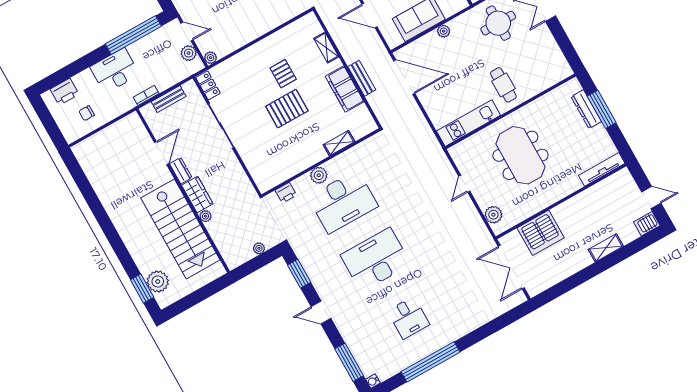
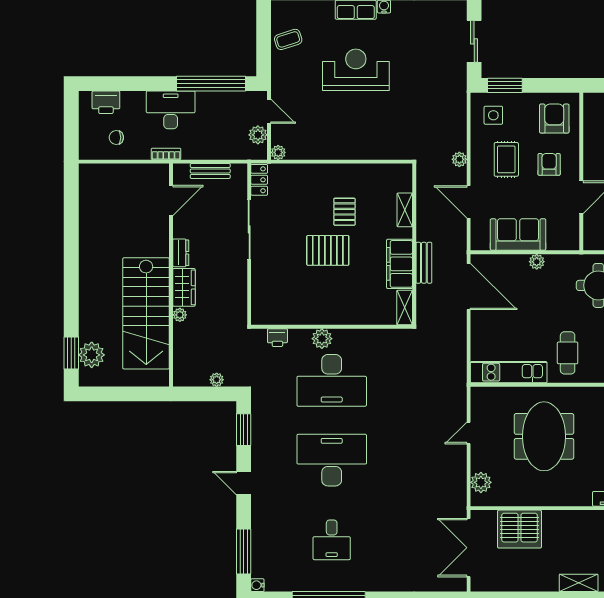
bookcase: (146, 95) -> (166, 154), moved
shelving: (339, 143) -> (405, 308), moved, turned 90
door: (162, 153) -> (171, 200), moved

